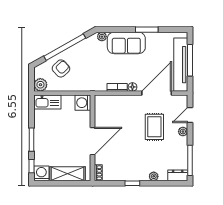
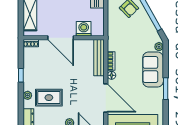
bench: (114, 100) -> (99, 58), added
washing machine: (83, 103) -> (84, 29), moved
rug: (154, 127) -> (49, 98), moved

